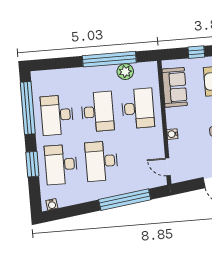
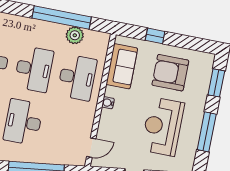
water cooler: (172, 134) -> (108, 103), moved
door: (168, 167) -> (91, 148), swing flipped

